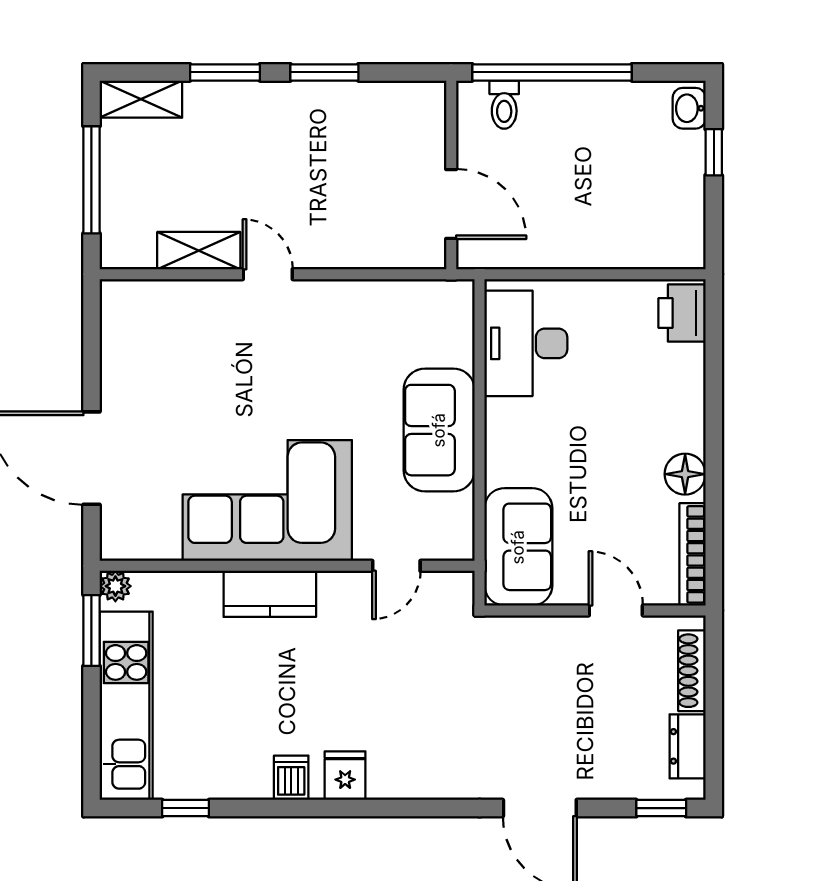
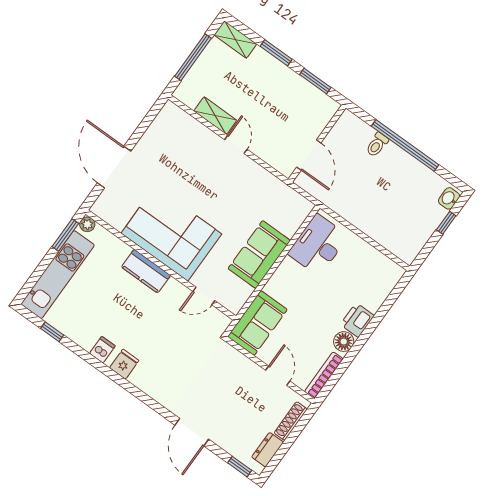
wall: (451, 175) -> (317, 144), moved
door: (451, 204) -> (309, 155), moved
printer: (682, 313) -> (357, 320), moved

